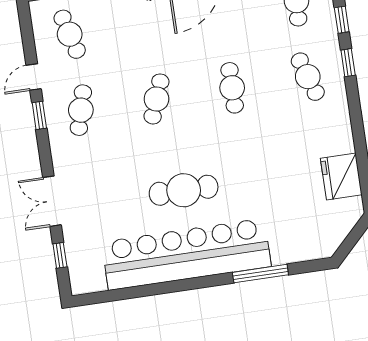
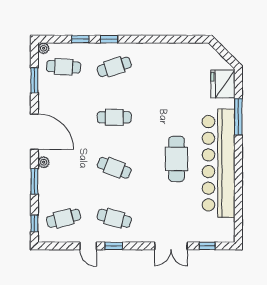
fridge: (341, 177) -> (223, 84), moved, turned 90

